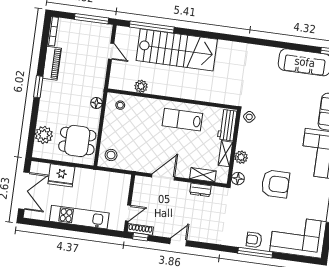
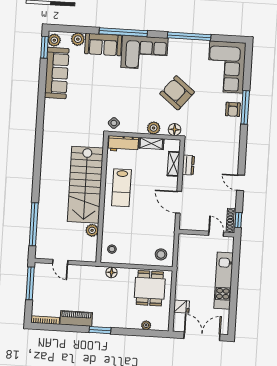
stairs: (177, 50) -> (85, 185), moved, turned 180
door: (111, 51) -> (60, 262), swing flipped
plant: (44, 135) -> (146, 325), width x0.53, depth x0.53
fridge: (61, 175) -> (182, 307), width x0.53, depth x0.75
armchair: (275, 184) -> (177, 93), turned -51

